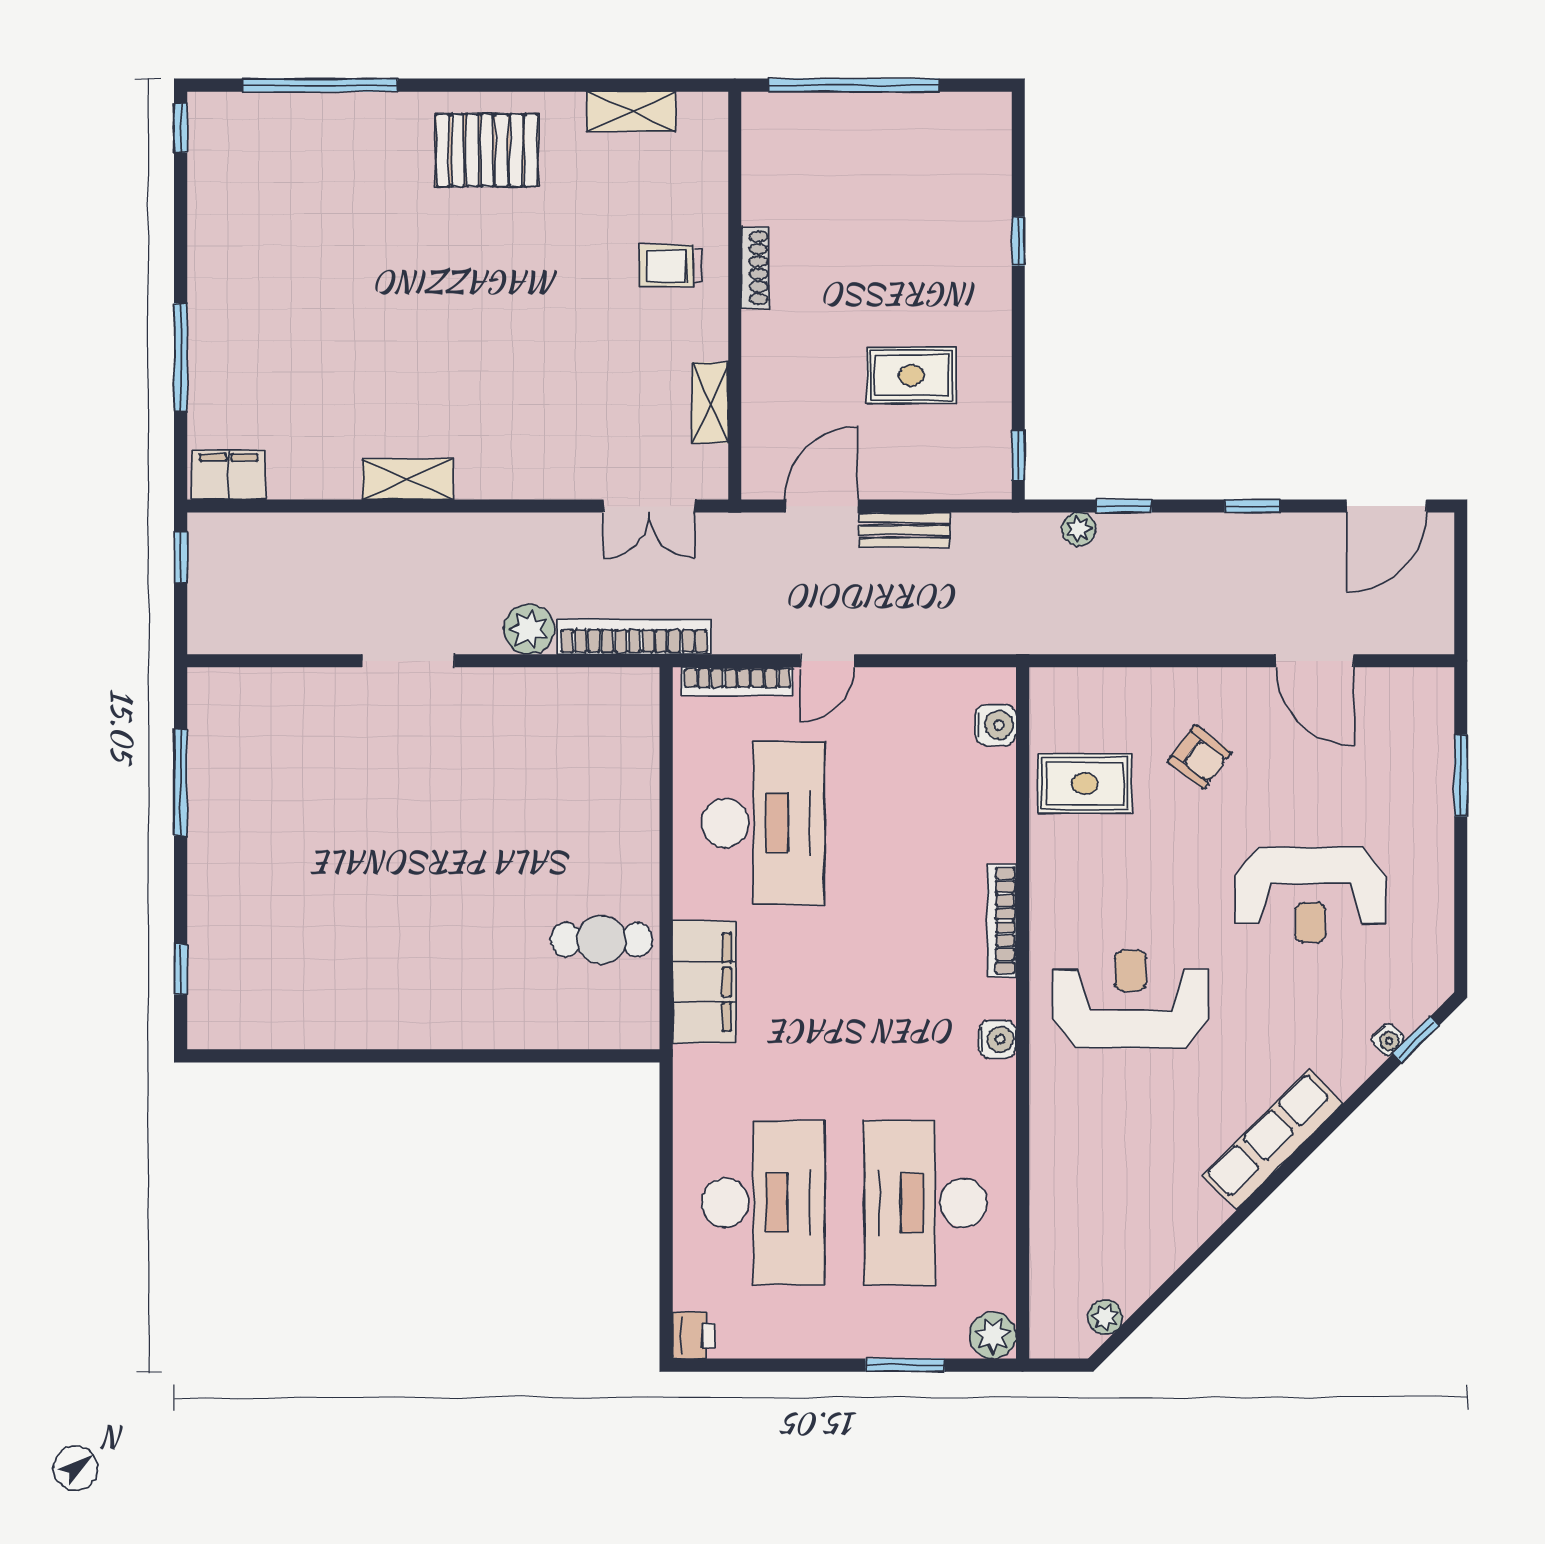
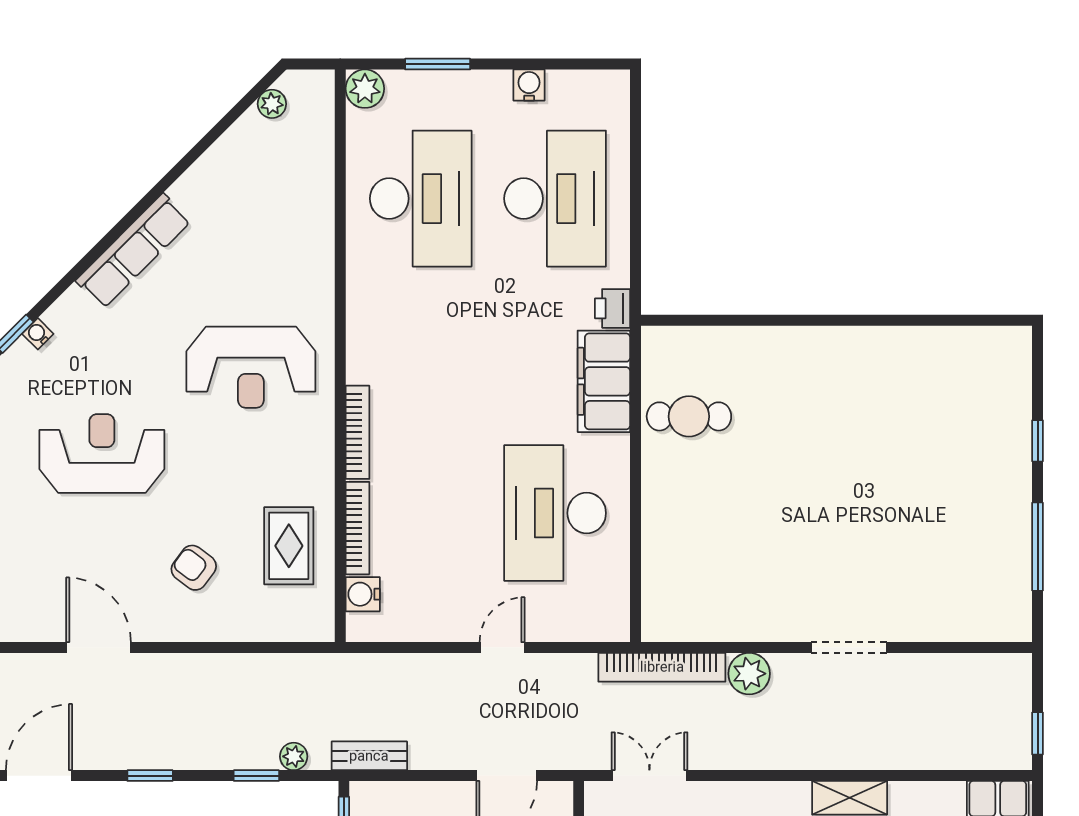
bench: (904, 530) -> (369, 756), moved
bookcase: (737, 681) -> (357, 528), moved, turned 90
rug: (1085, 784) -> (289, 546), turned 90
window: (181, 969) -> (1038, 441), moved
water cooler: (997, 1039) -> (529, 85), moved, turned 90
desk: (763, 1203) -> (555, 199), turned 180
printer: (694, 1335) -> (613, 308), moved

